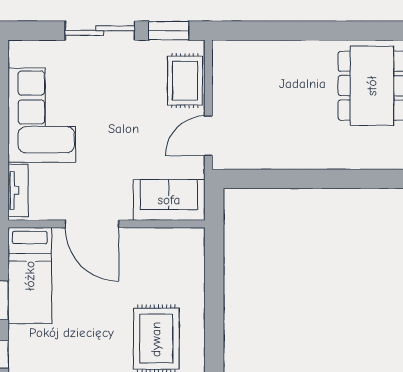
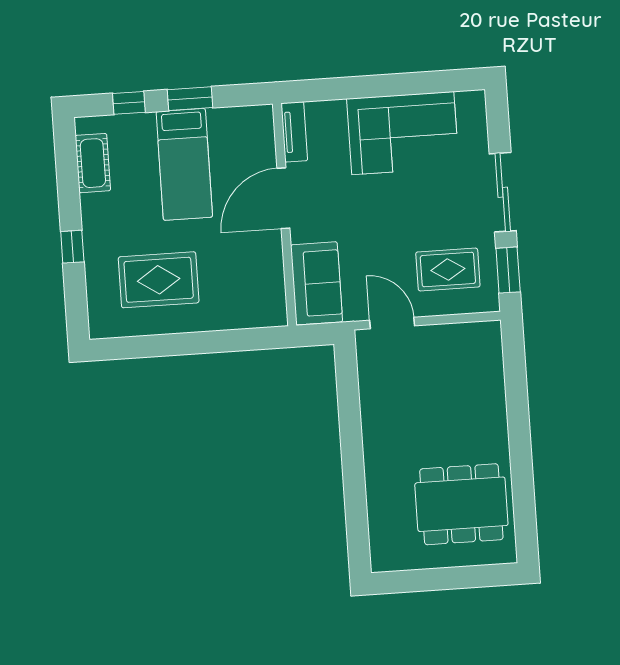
rug: (185, 81) -> (448, 269), moved
tv unit: (18, 190) -> (294, 132), moved, turned -90
bed: (30, 276) -> (184, 164), moved, turned -90

